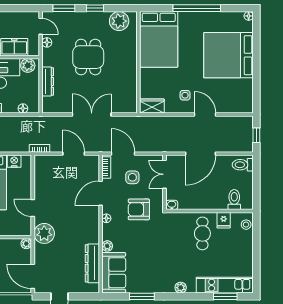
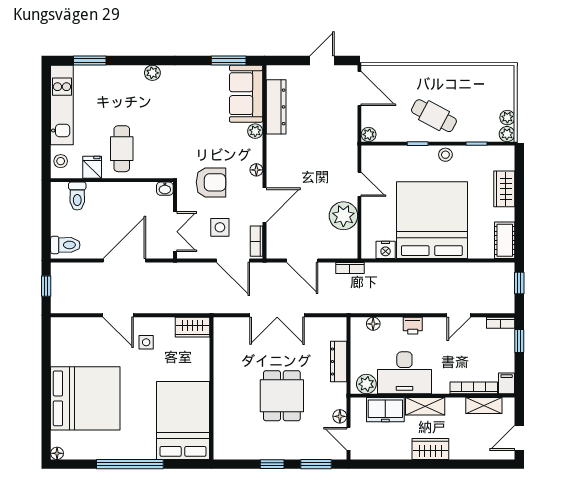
plant: (119, 21) -> (239, 446), removed
plant: (44, 233) -> (343, 216), moved
kitchen unit: (225, 285) -> (62, 105), moved, turned -90
window: (142, 296) -> (229, 60), moved

